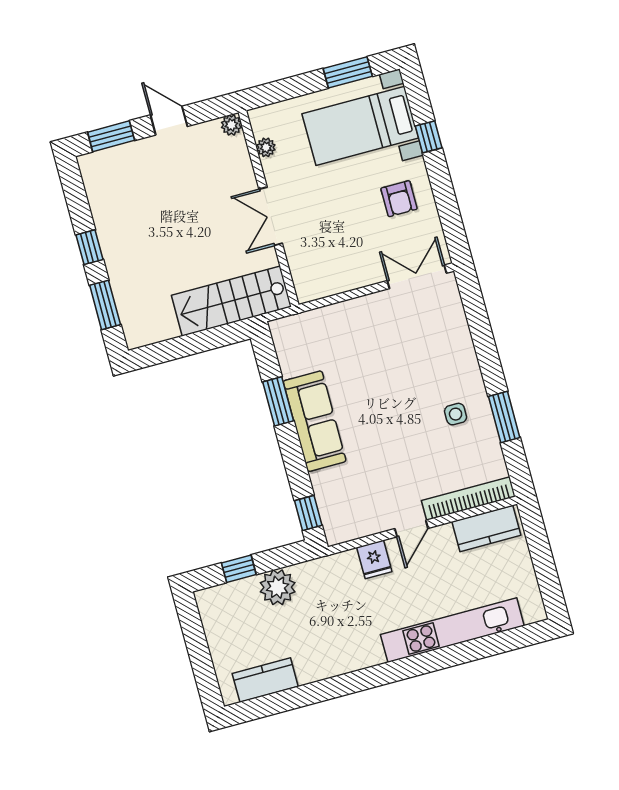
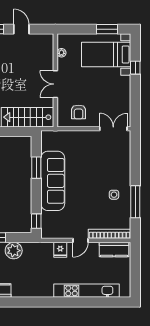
plant: (231, 125) -> (49, 39), removed
armchair: (399, 199) -> (79, 112), moved
window: (504, 417) -> (135, 202), width x1.44
sofa: (315, 421) -> (53, 181), width x1.36, depth x1.27

